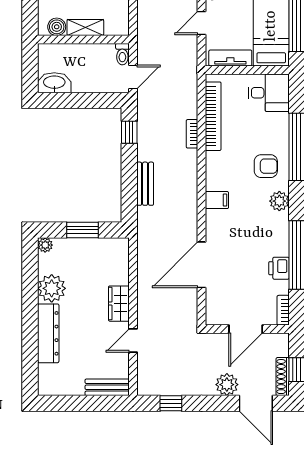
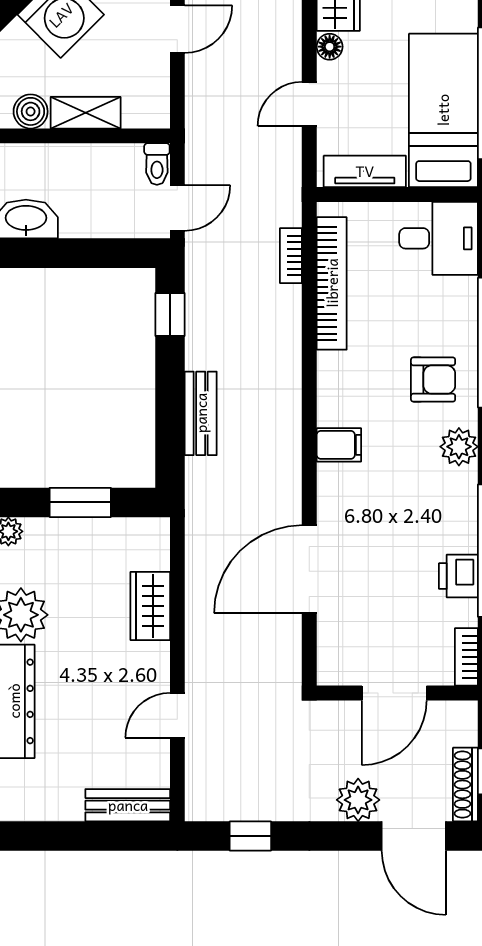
bookcase: (192, 134) -> (291, 256), moved
wardrobe: (119, 304) -> (150, 606), moved

